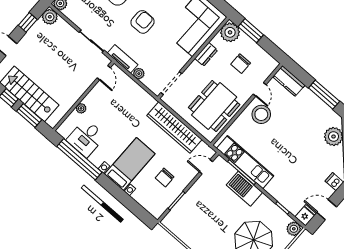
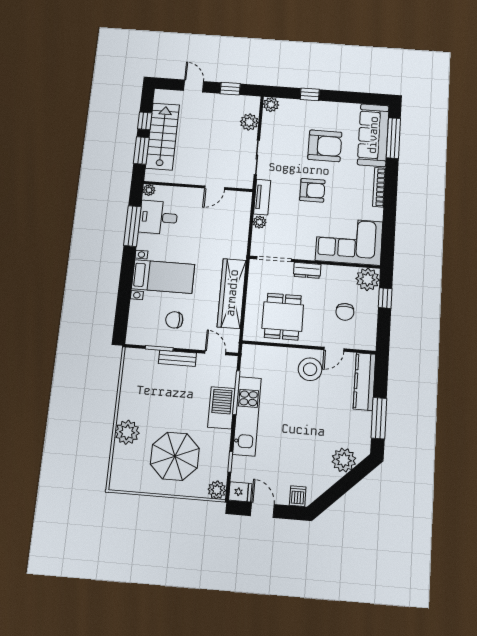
plant: (50, 17) -> (249, 122), moved
window: (251, 31) -> (385, 298), width x0.67
dresser: (206, 54) -> (307, 270), moved
chair: (241, 64) -> (345, 312), turned -90
door: (104, 73) -> (215, 188), moved
kitchen counter: (289, 81) -> (364, 381), width x1.50
dining table: (214, 106) -> (283, 317), width x0.73
plant: (81, 108) -> (149, 190), moved
window: (79, 159) -> (132, 226), width x0.68
kitchen unit: (245, 162) -> (247, 416), moved
bench: (192, 194) -> (177, 358), added

